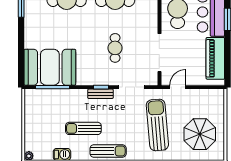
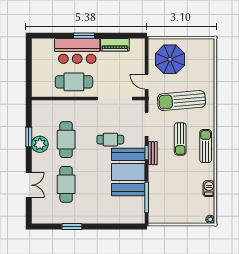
piano: (215, 58) -> (115, 45), width x0.73, depth x0.75
booth: (50, 67) -> (128, 172), moved
sun lounger: (83, 128) -> (180, 139), moved
parasol: (200, 134) -> (170, 59), moved

